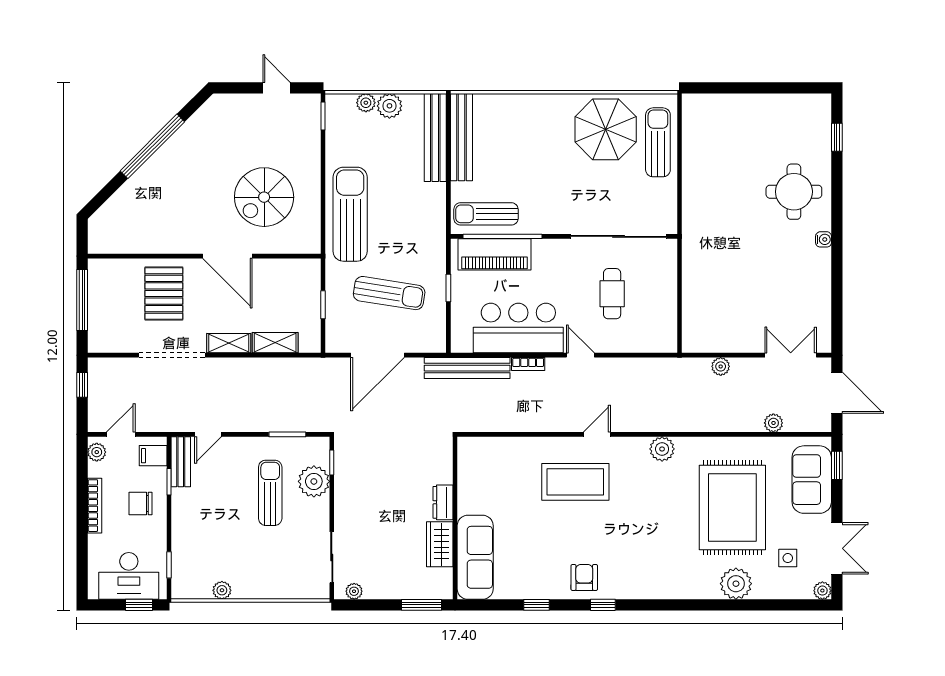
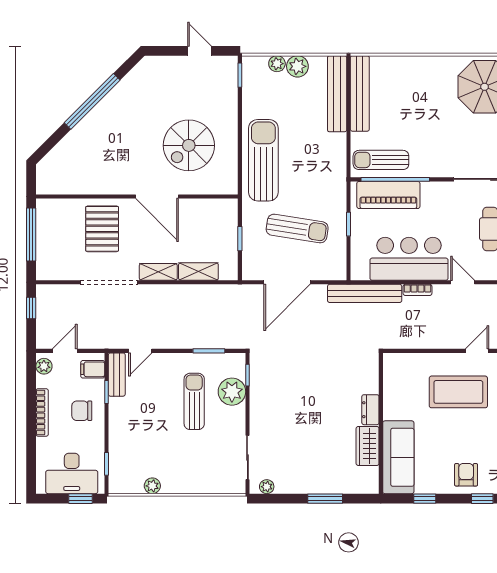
dresser: (443, 502) -> (370, 410), moved
wall: (455, 518) -> (381, 423), moved
wardrobe: (440, 544) -> (368, 446), moved
sofa: (475, 557) -> (398, 457), moved

